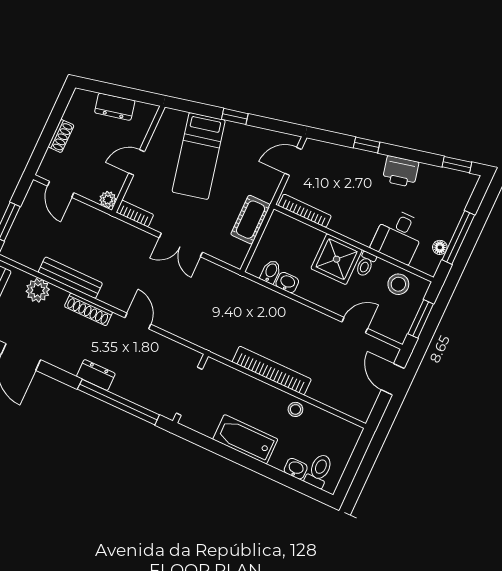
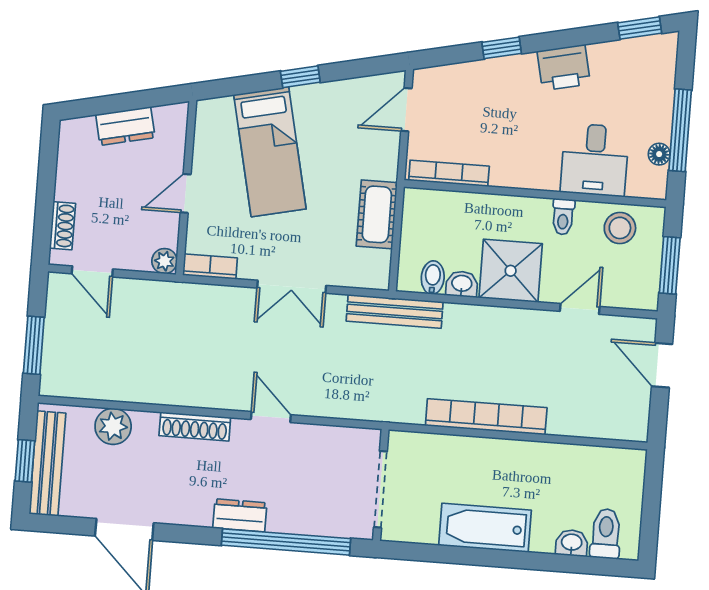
shoe rack: (61, 136) -> (63, 226), moved
shower: (337, 259) -> (511, 271), moved
bench: (70, 278) -> (395, 311), moved
stool: (295, 409) -> (540, 459), removed

